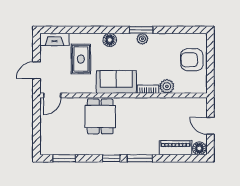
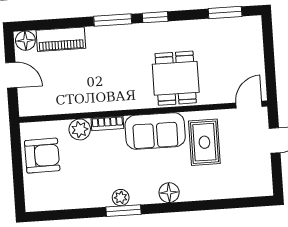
fireplace: (54, 39) -> (251, 188), removed
rug: (81, 59) -> (204, 142), moved
armchair: (192, 60) -> (42, 156), moved

